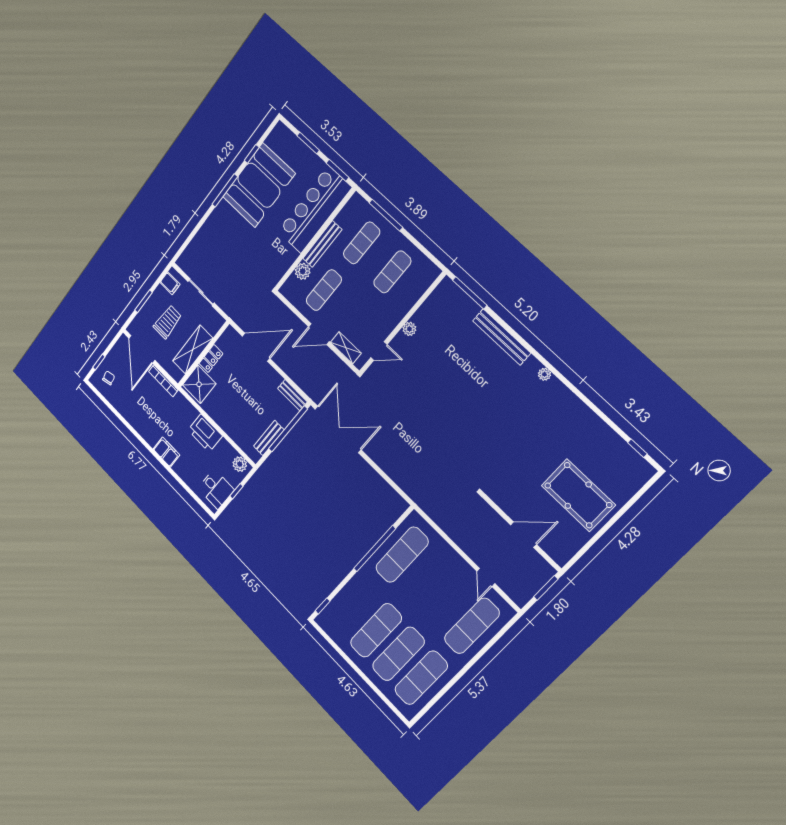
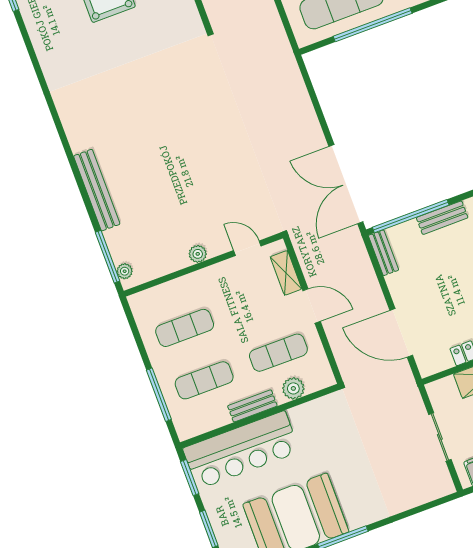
bench: (322, 244) -> (252, 406), width x0.73
plant: (544, 374) -> (125, 271), moved

